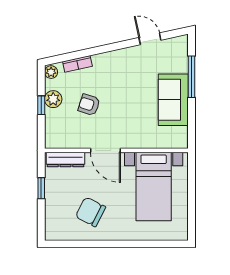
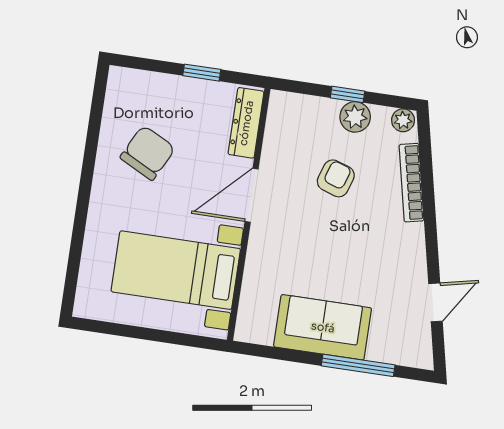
bookcase: (77, 64) -> (411, 183), width x1.56

